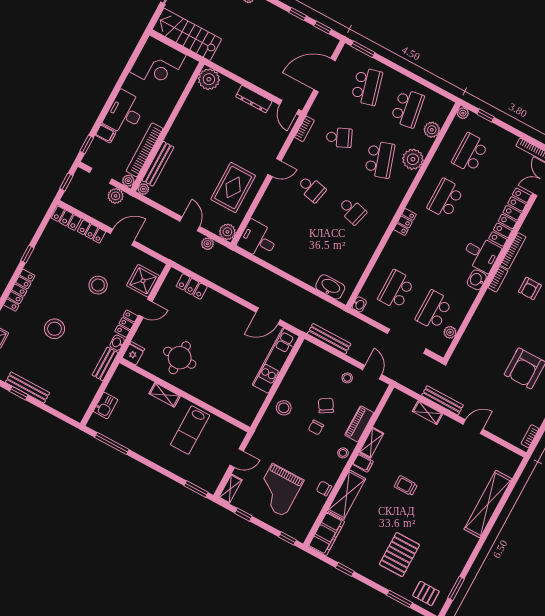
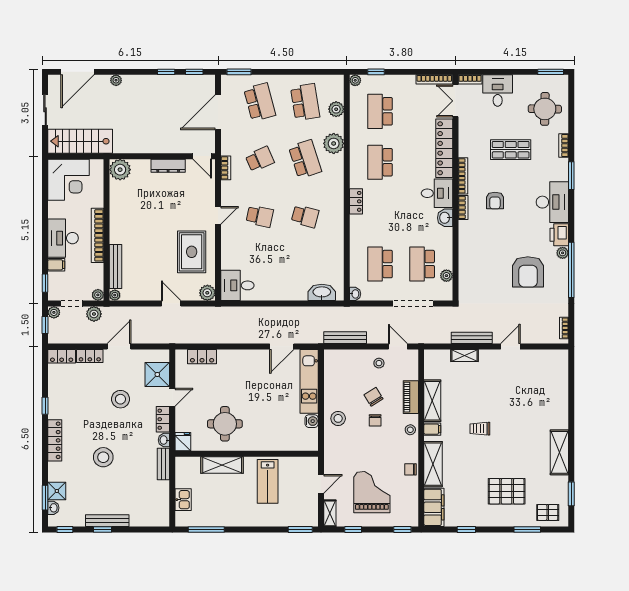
bookcase: (145, 150) -> (97, 235), moved
plant: (207, 244) -> (54, 312), moved
shelving: (165, 395) -> (222, 465), width x1.50, depth x1.33
water cooler: (259, 397) -> (312, 421), added
shelving: (371, 443) -> (432, 401), width x1.50, depth x1.33
grand piano: (278, 490) -> (372, 492), turned 180
shelving: (488, 504) -> (559, 452), moved, width x0.68
pallet: (399, 555) -> (507, 491), turned 90

